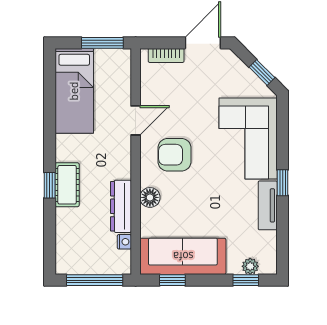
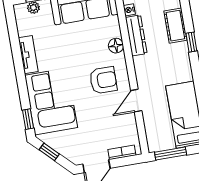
window: (283, 183) -> (28, 119), moved
cot: (67, 185) -> (175, 26), moved

